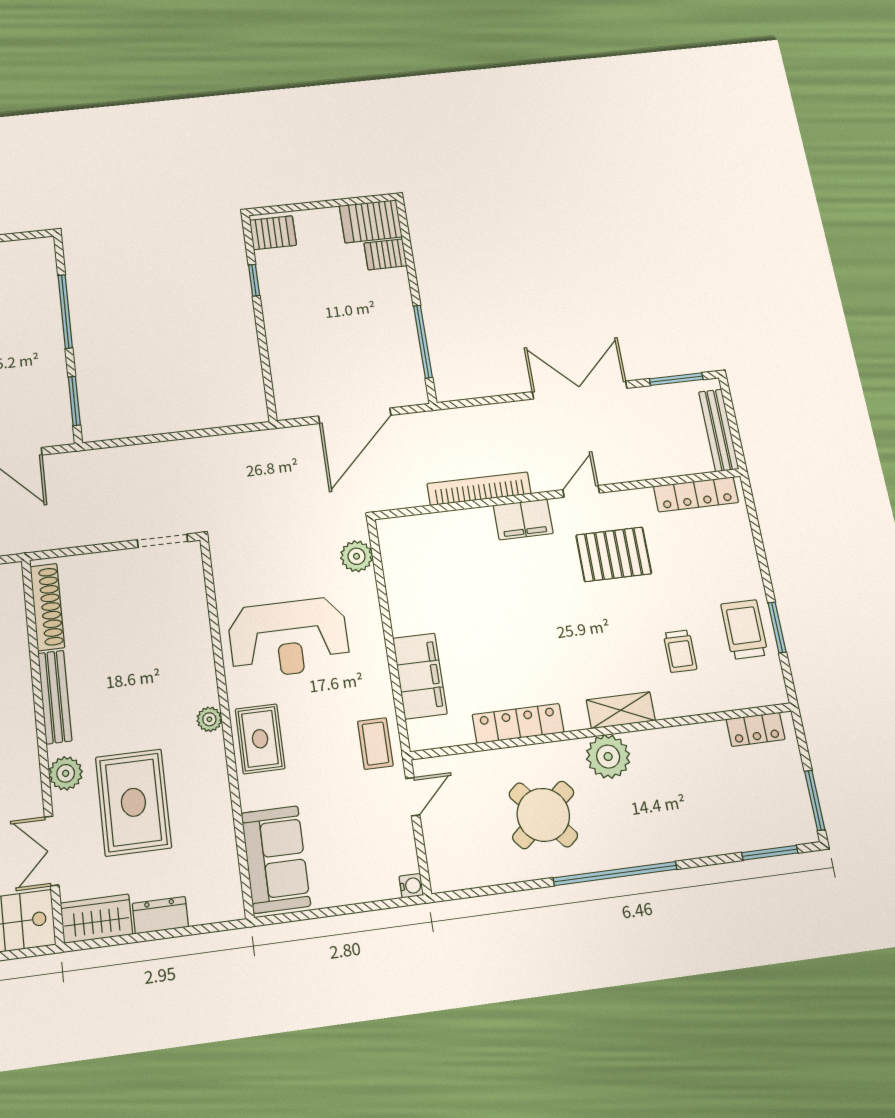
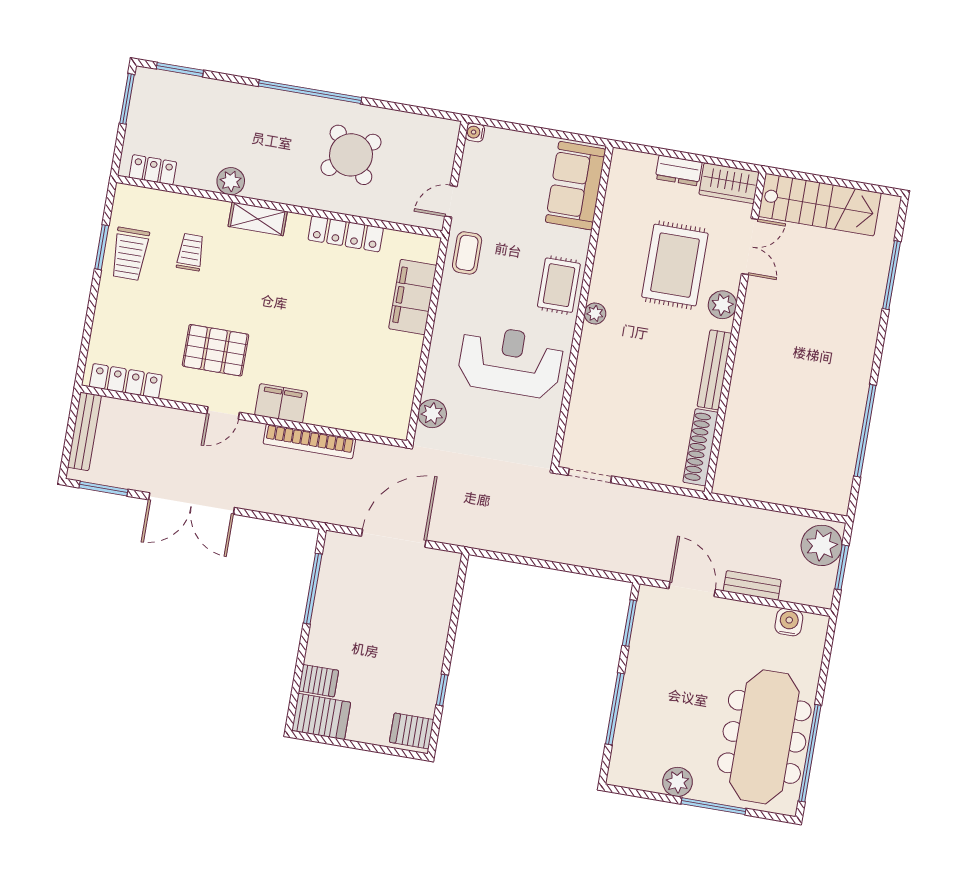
plant: (608, 757) -> (231, 181), moved, width x0.73, depth x0.73

